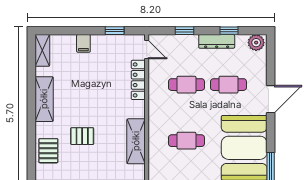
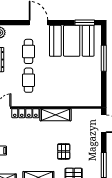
shelving: (136, 141) -> (56, 115), moved
cafe table: (186, 141) -> (67, 80), removed

